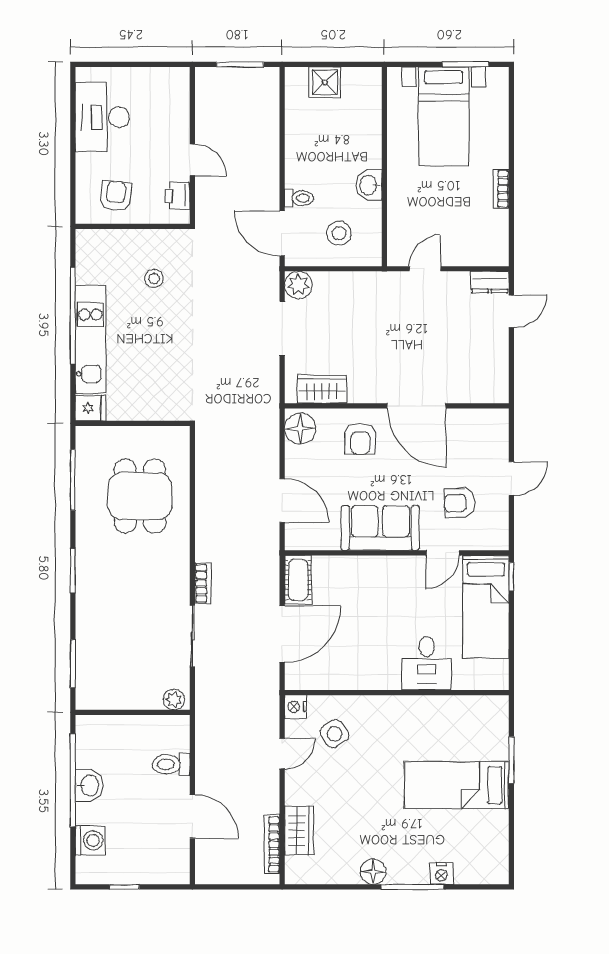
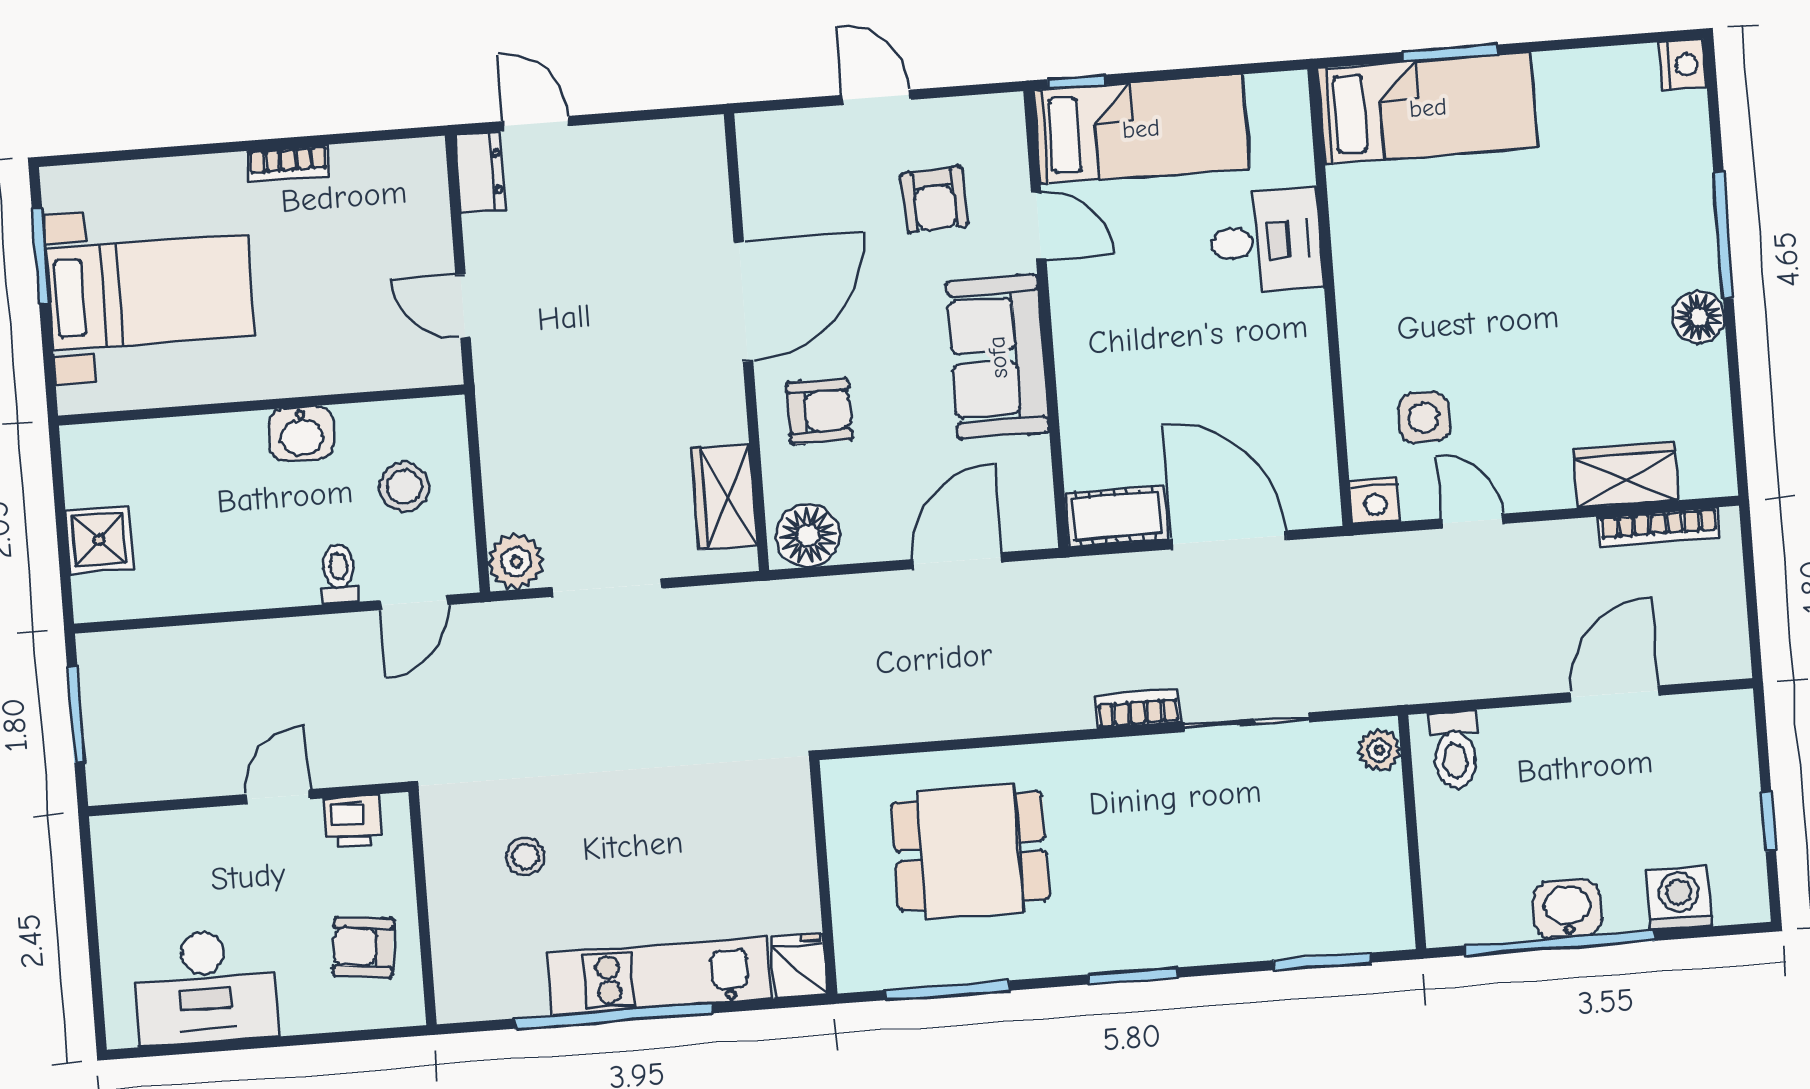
door: (282, 233) -> (414, 603), width x0.73
side table: (335, 734) -> (1424, 418), turned 33
toilet: (171, 764) -> (1455, 750), moved
bed: (457, 785) -> (1428, 108), moved, turned -90
nightstand: (441, 874) -> (1683, 65), moved

